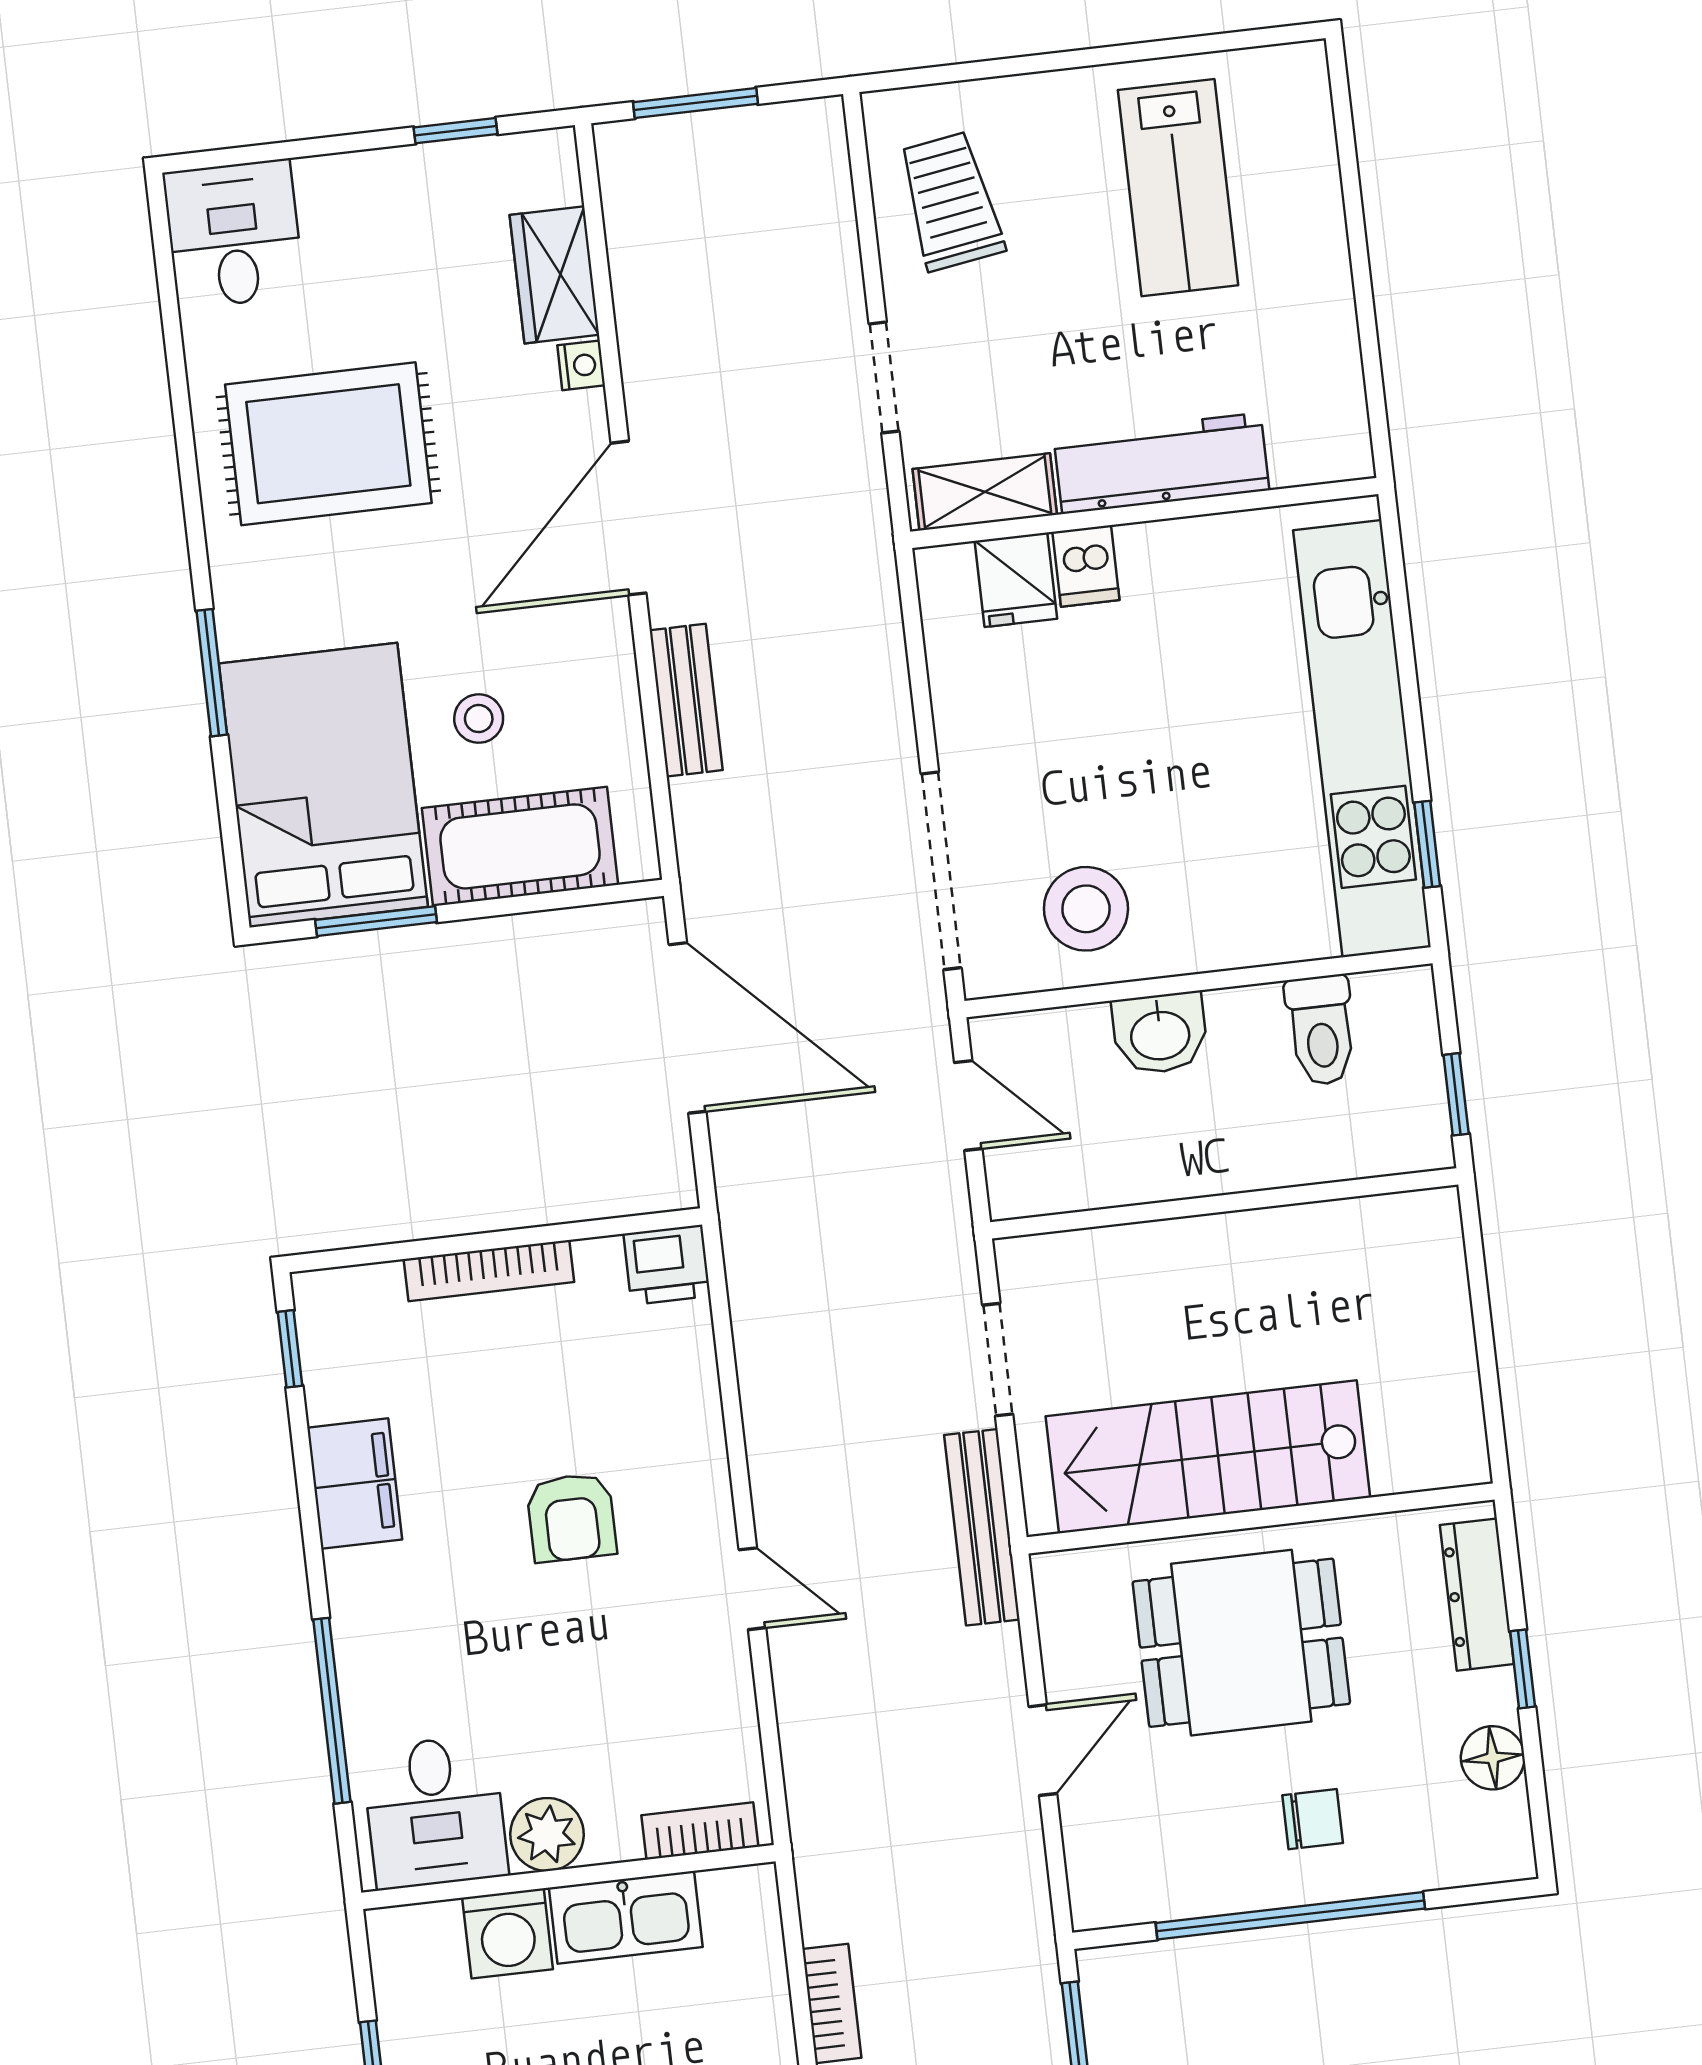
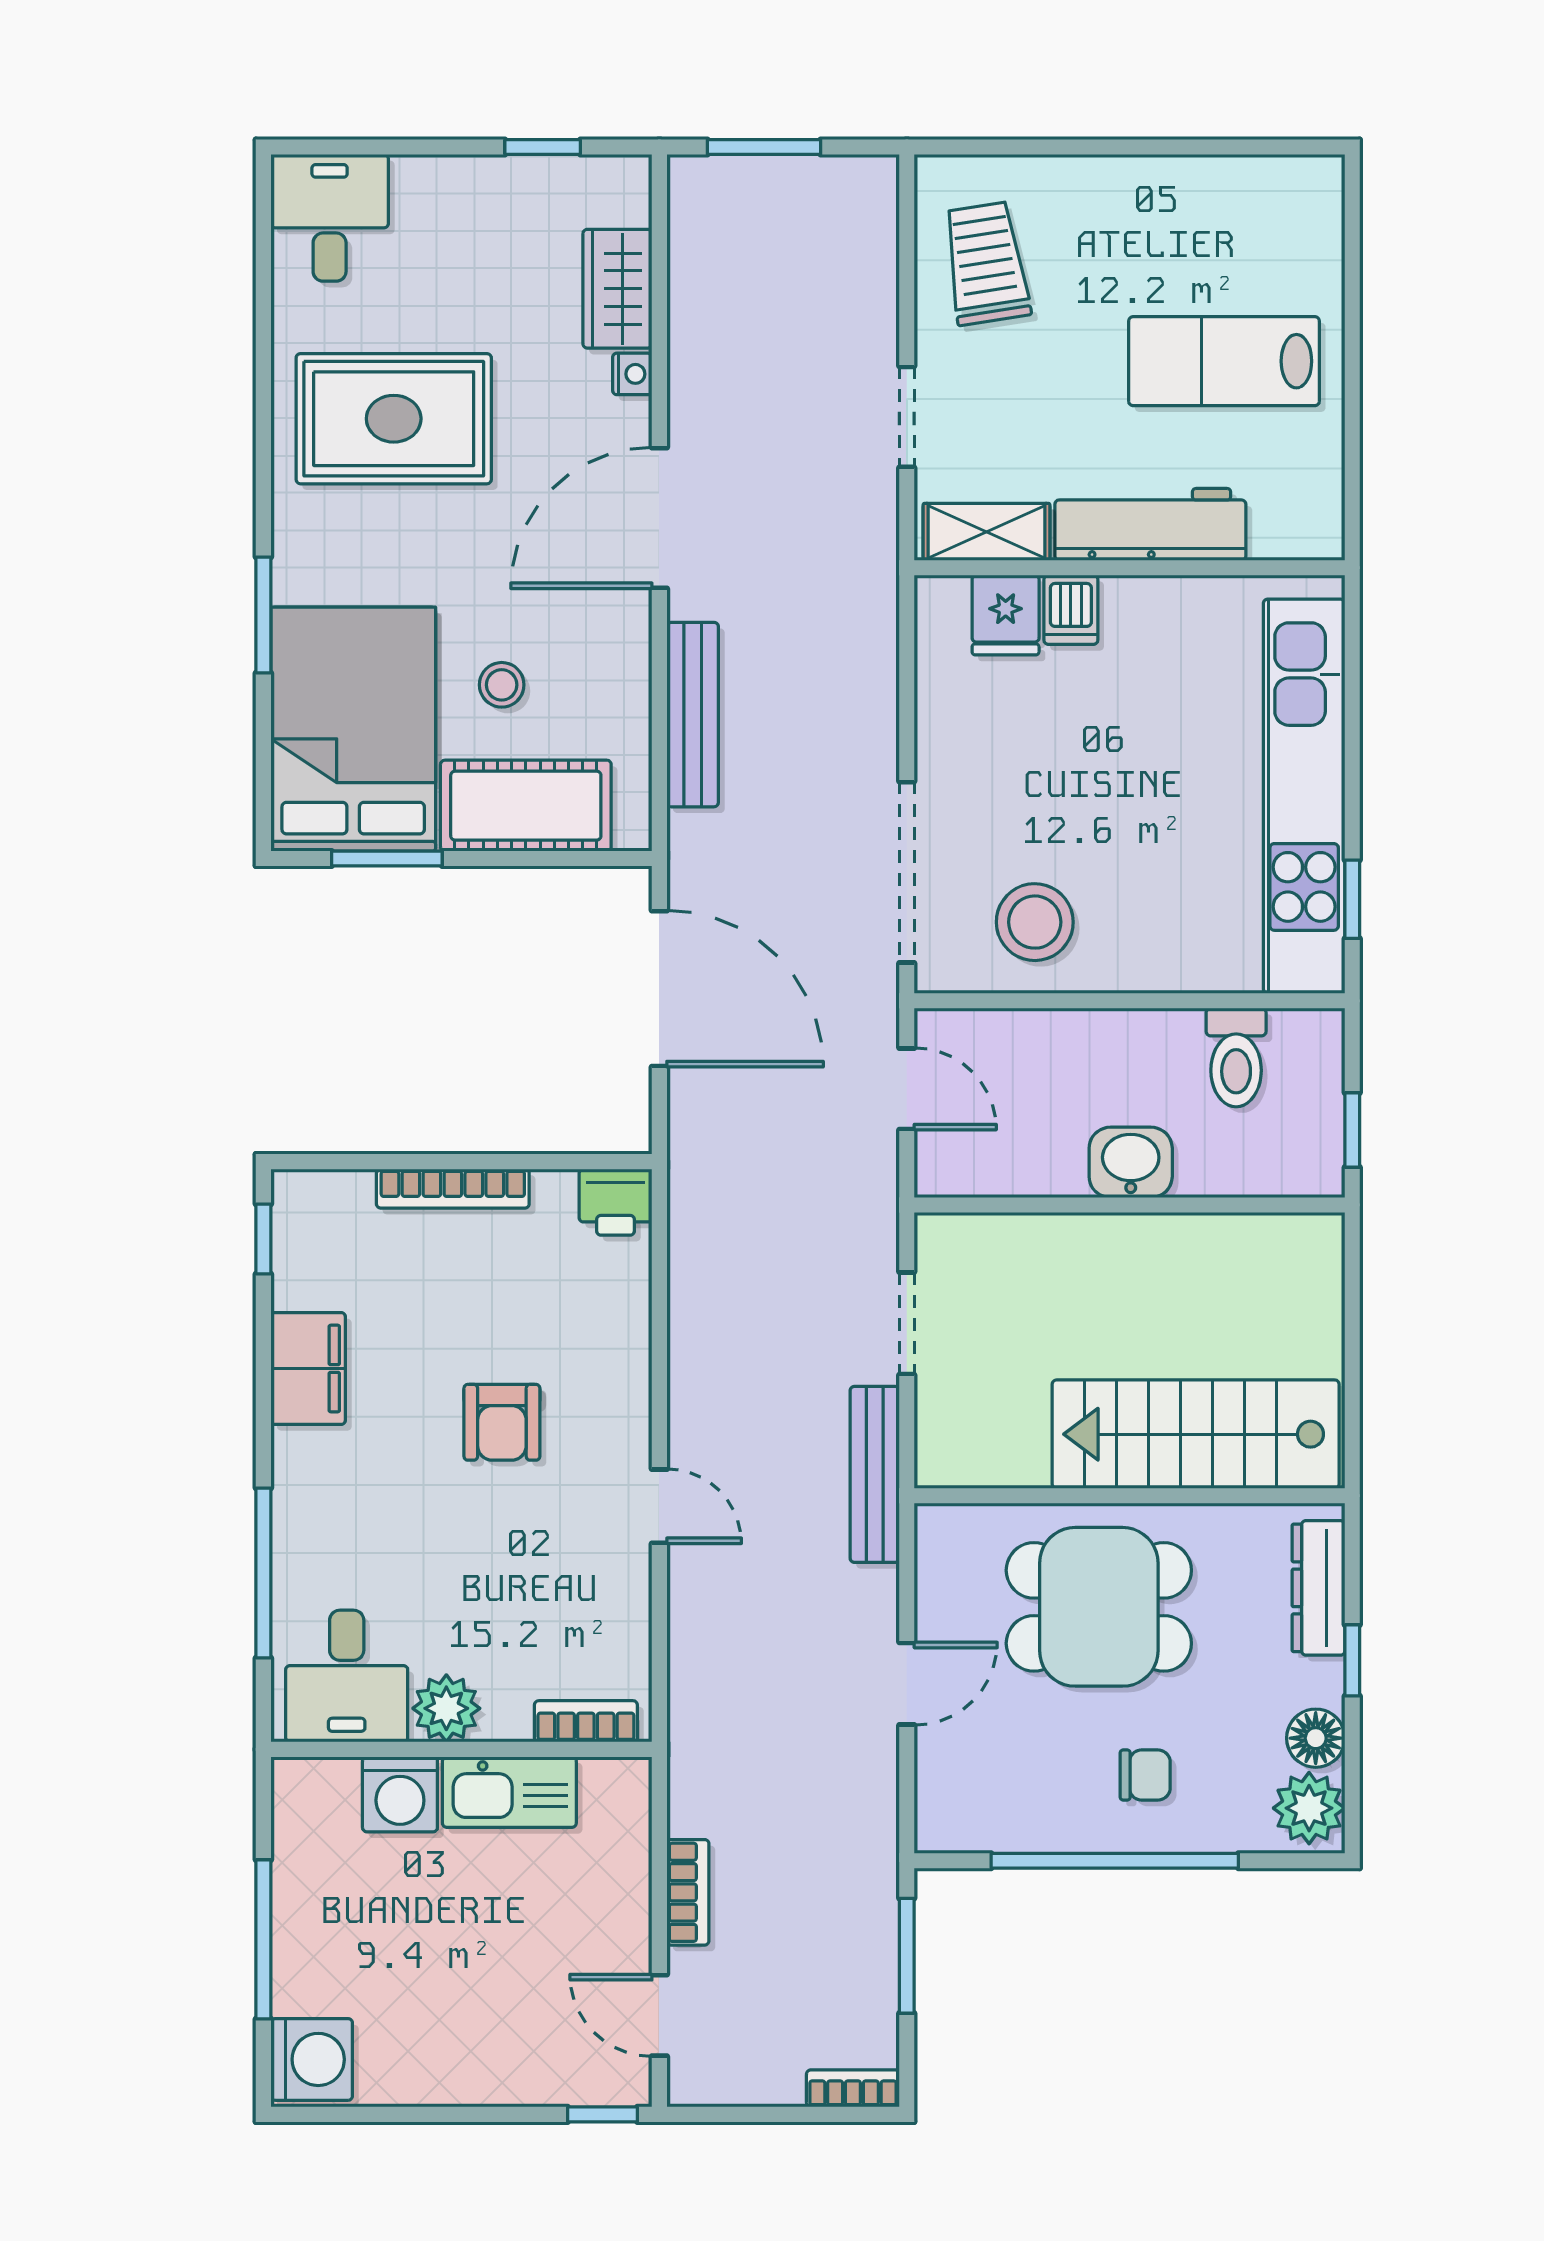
lab bench: (1178, 188) -> (1224, 361), moved, turned 90
bench: (686, 700) -> (693, 715), width x1.36
washbasin: (1160, 1033) -> (1131, 1162), moved, turned 180
stairs: (1208, 1457) -> (1196, 1434), moved
plant: (1494, 1834) -> (1309, 1808), added

